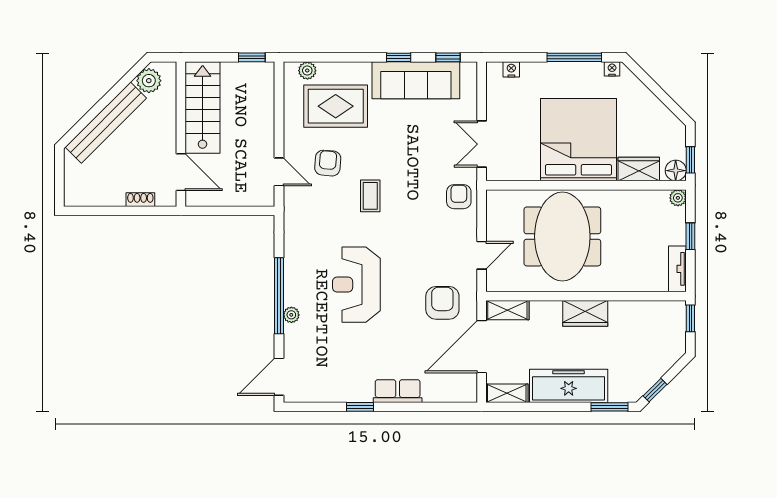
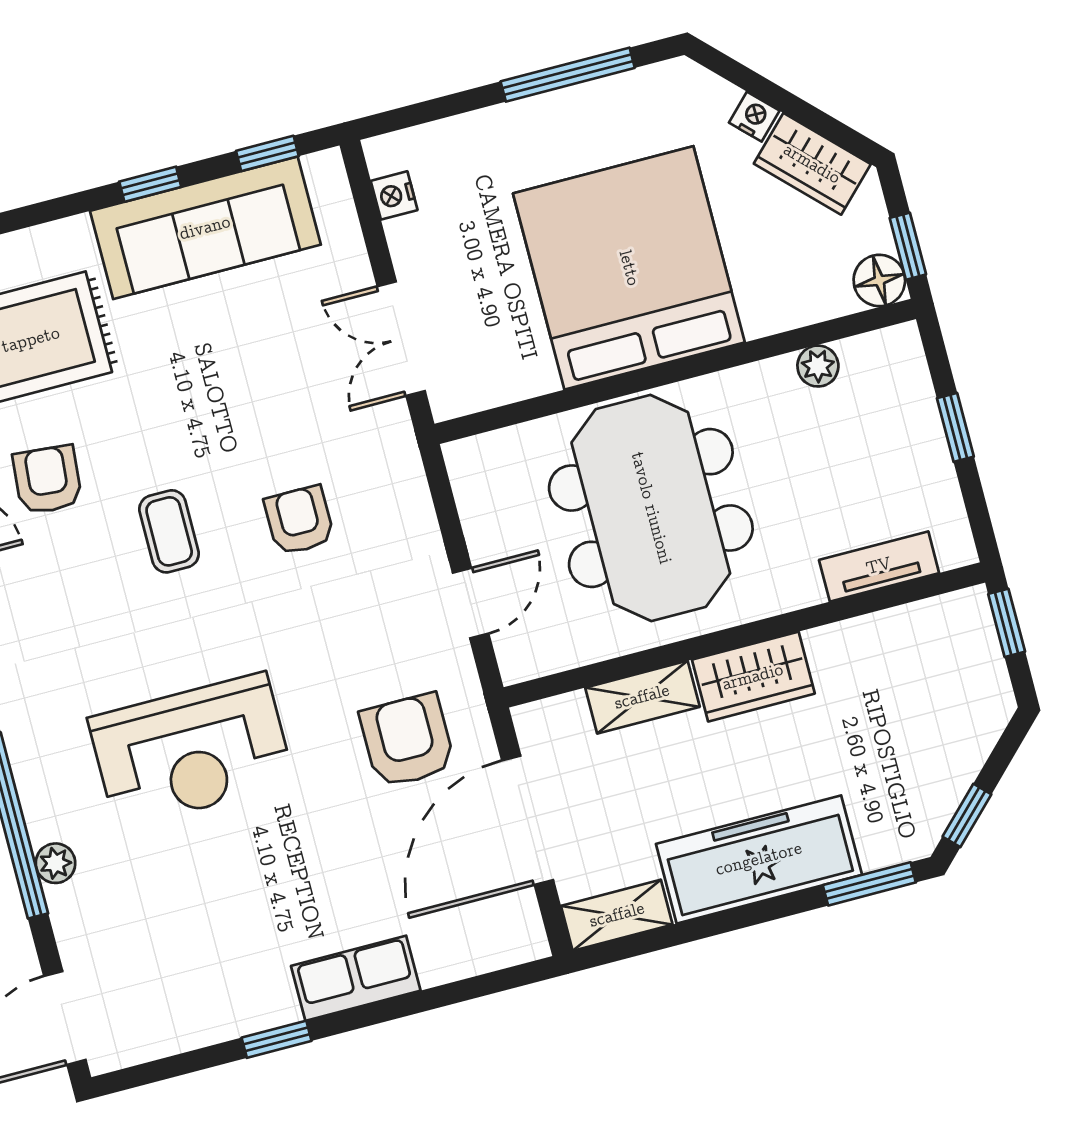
nightstand: (511, 69) -> (394, 195), moved, turned -90
nightstand: (612, 69) -> (754, 117), moved, turned 45
wardrobe: (639, 169) -> (812, 164), moved, turned -135
armchair: (459, 197) -> (299, 520), moved
plant: (678, 198) -> (818, 366), moved
tv unit: (677, 269) -> (879, 566), moved, turned 90
reception desk: (356, 285) -> (191, 751), turned -90
shelving: (507, 310) -> (642, 697), moved

